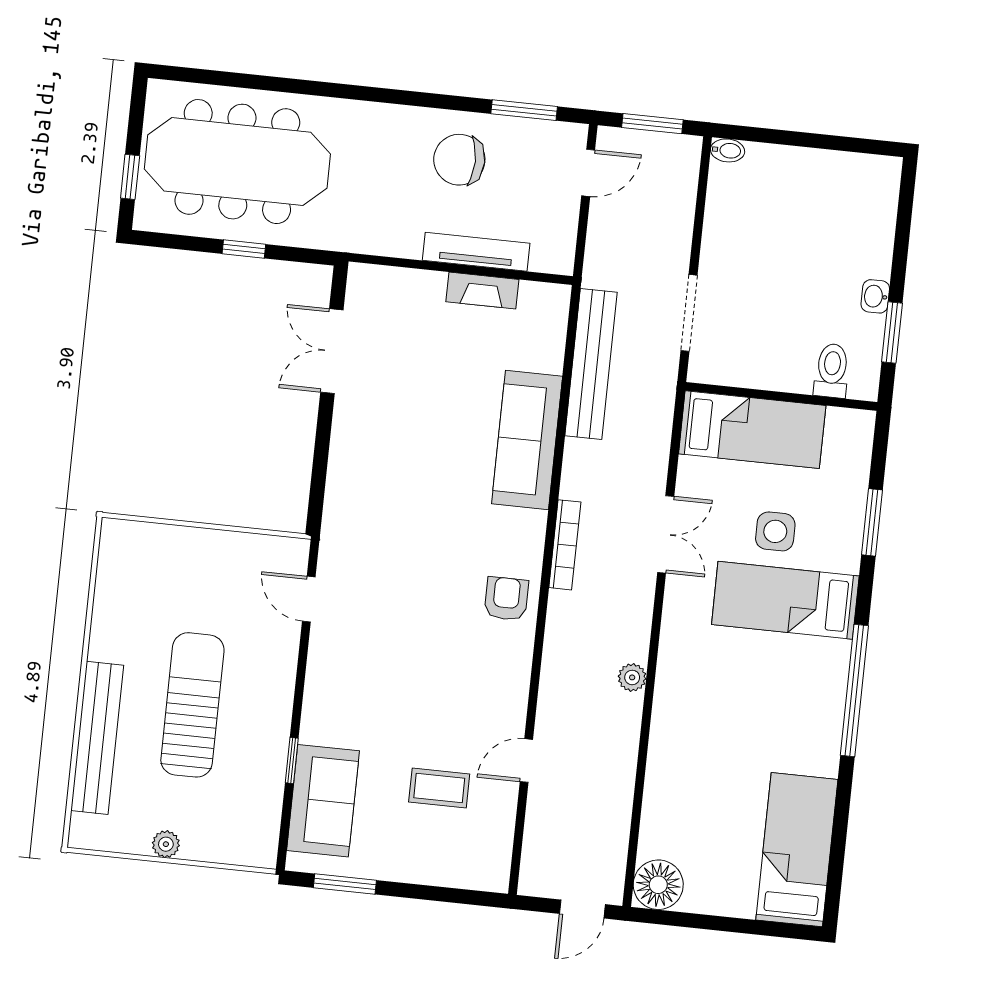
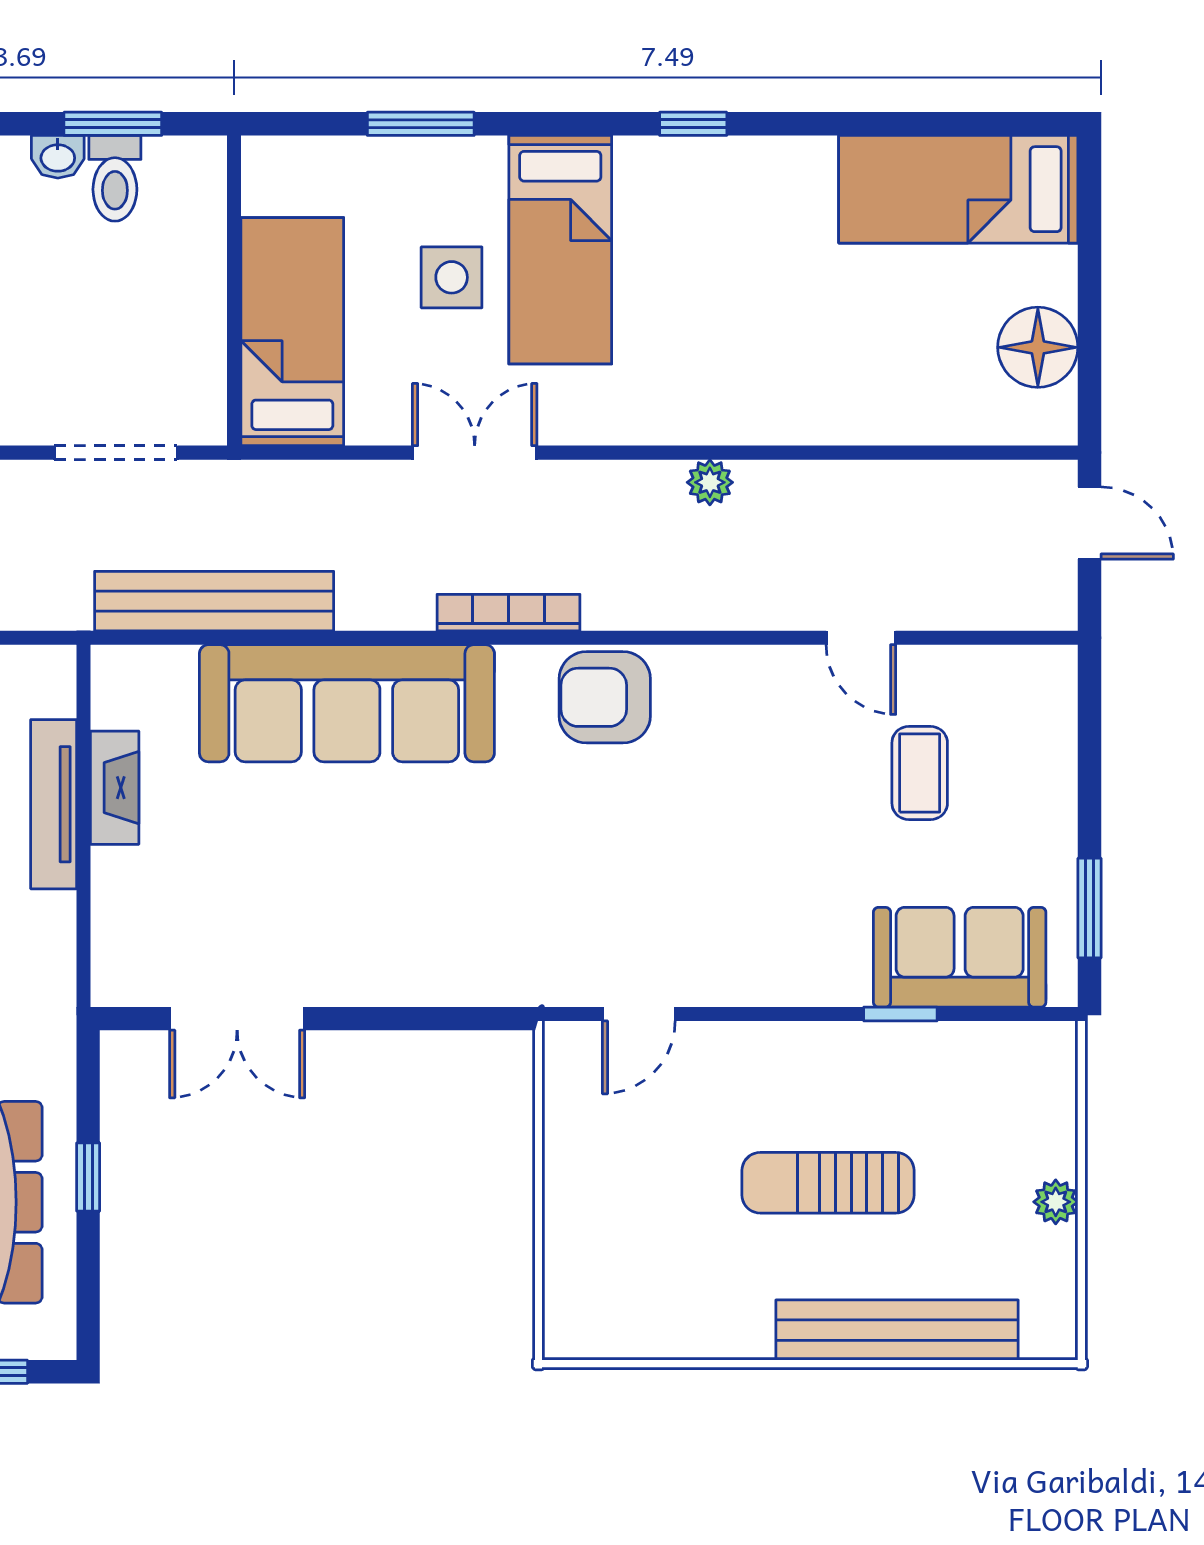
toilet: (832, 371) -> (115, 178), moved, turned -90
sofa: (527, 440) -> (347, 703), width x1.36, depth x1.27
armchair: (506, 599) -> (605, 697), width x1.38, depth x1.38
window: (854, 690) -> (693, 124), width x0.32
sun lounger: (192, 705) -> (828, 1183), width x0.73, depth x0.75
floor lamp: (658, 885) -> (1038, 347), moved

